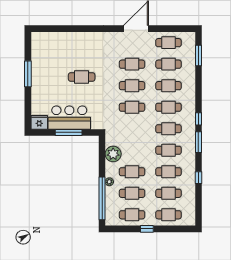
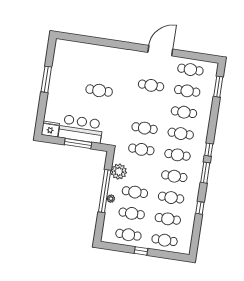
cafe table: (132, 86) -> (141, 149), moved
window: (102, 198) -> (105, 191), moved

